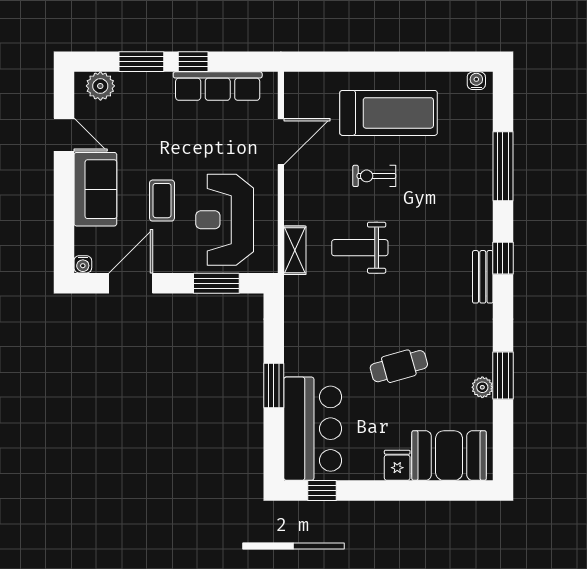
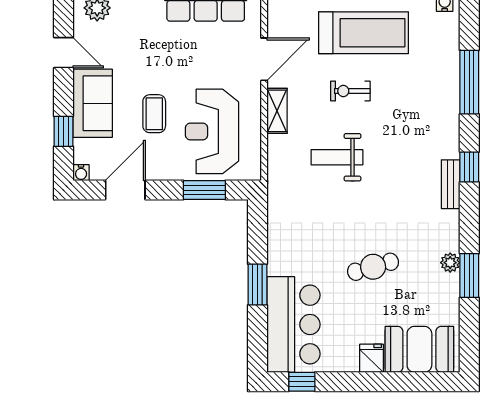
window: (64, 220) -> (64, 131), added
shelving: (295, 250) -> (277, 111), moved
plant: (482, 387) -> (450, 263), moved

